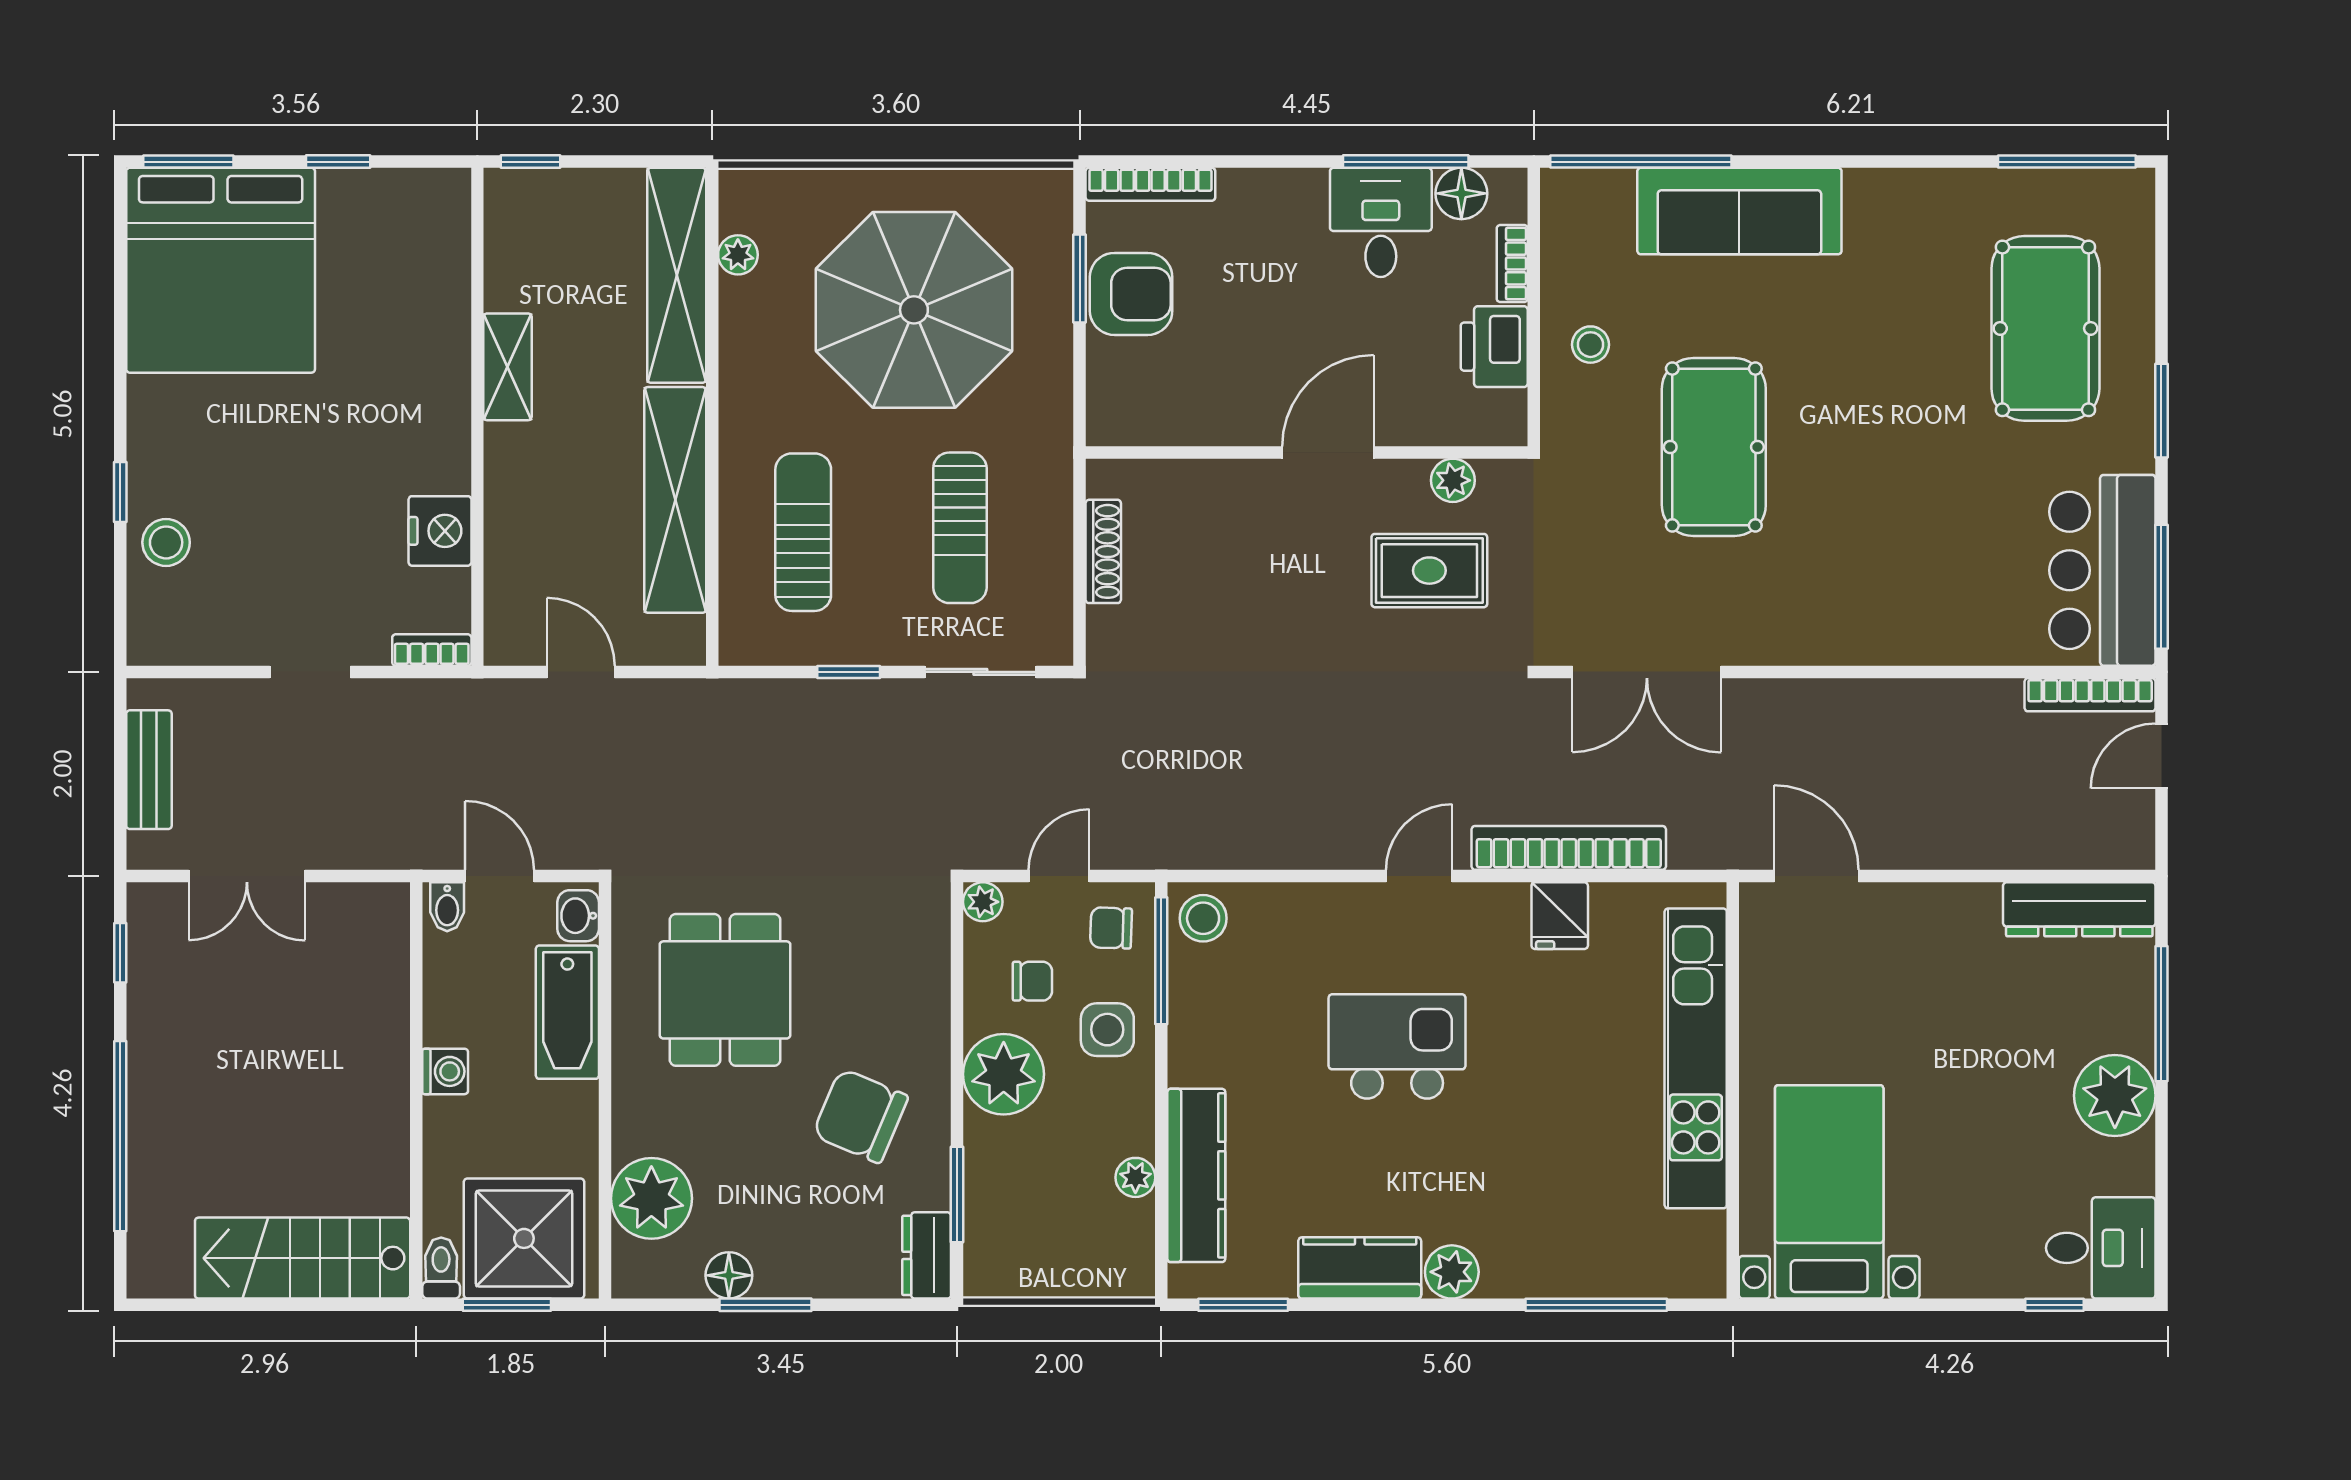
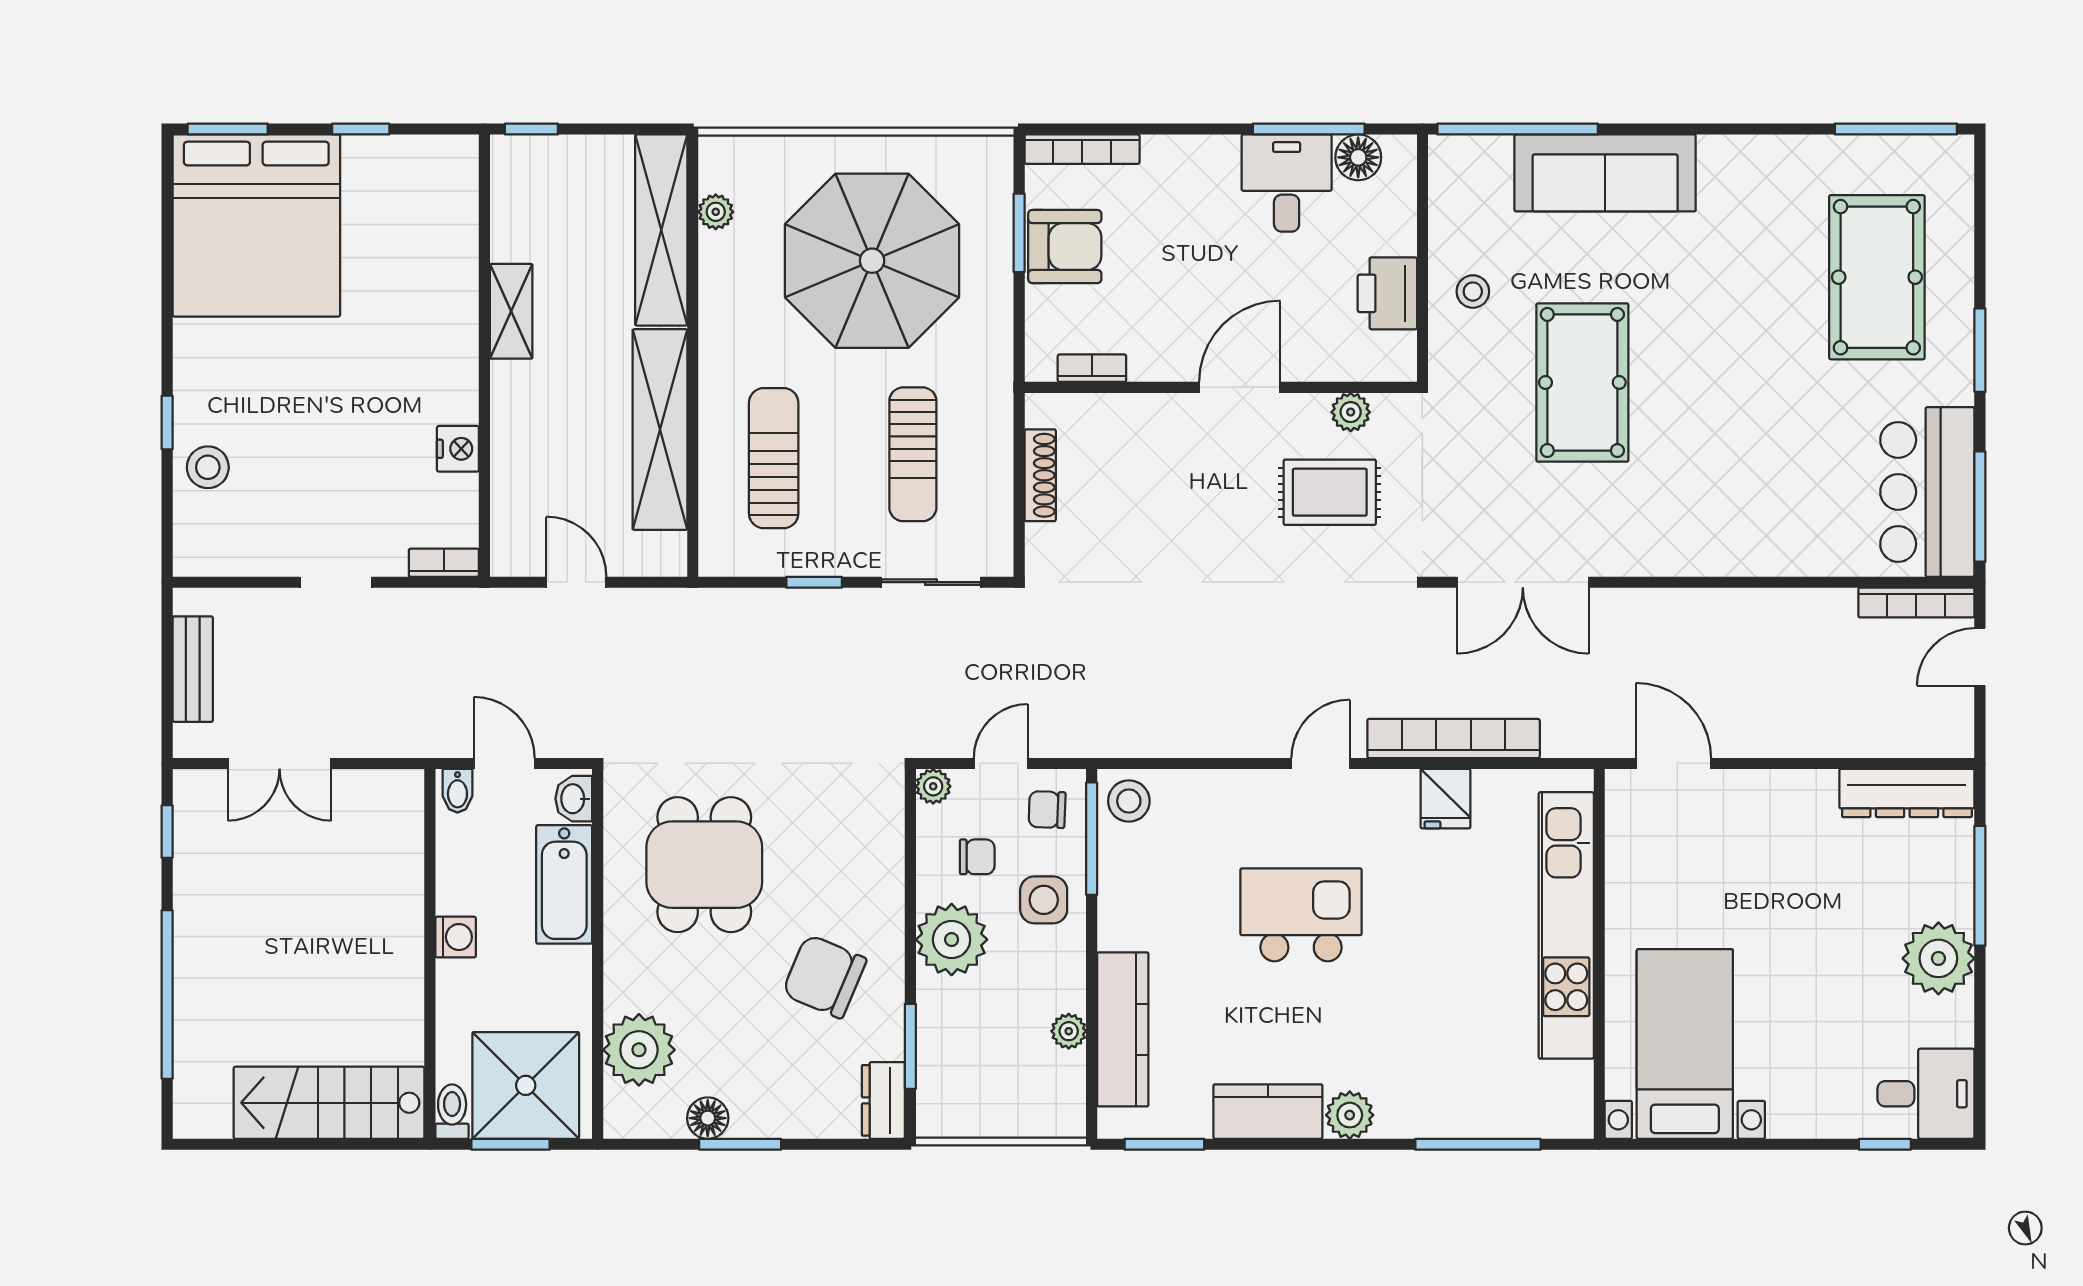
bookcase: (1512, 264) -> (1092, 368), moved, turned 90
nightstand: (440, 531) -> (458, 449), width x0.74, depth x0.75

